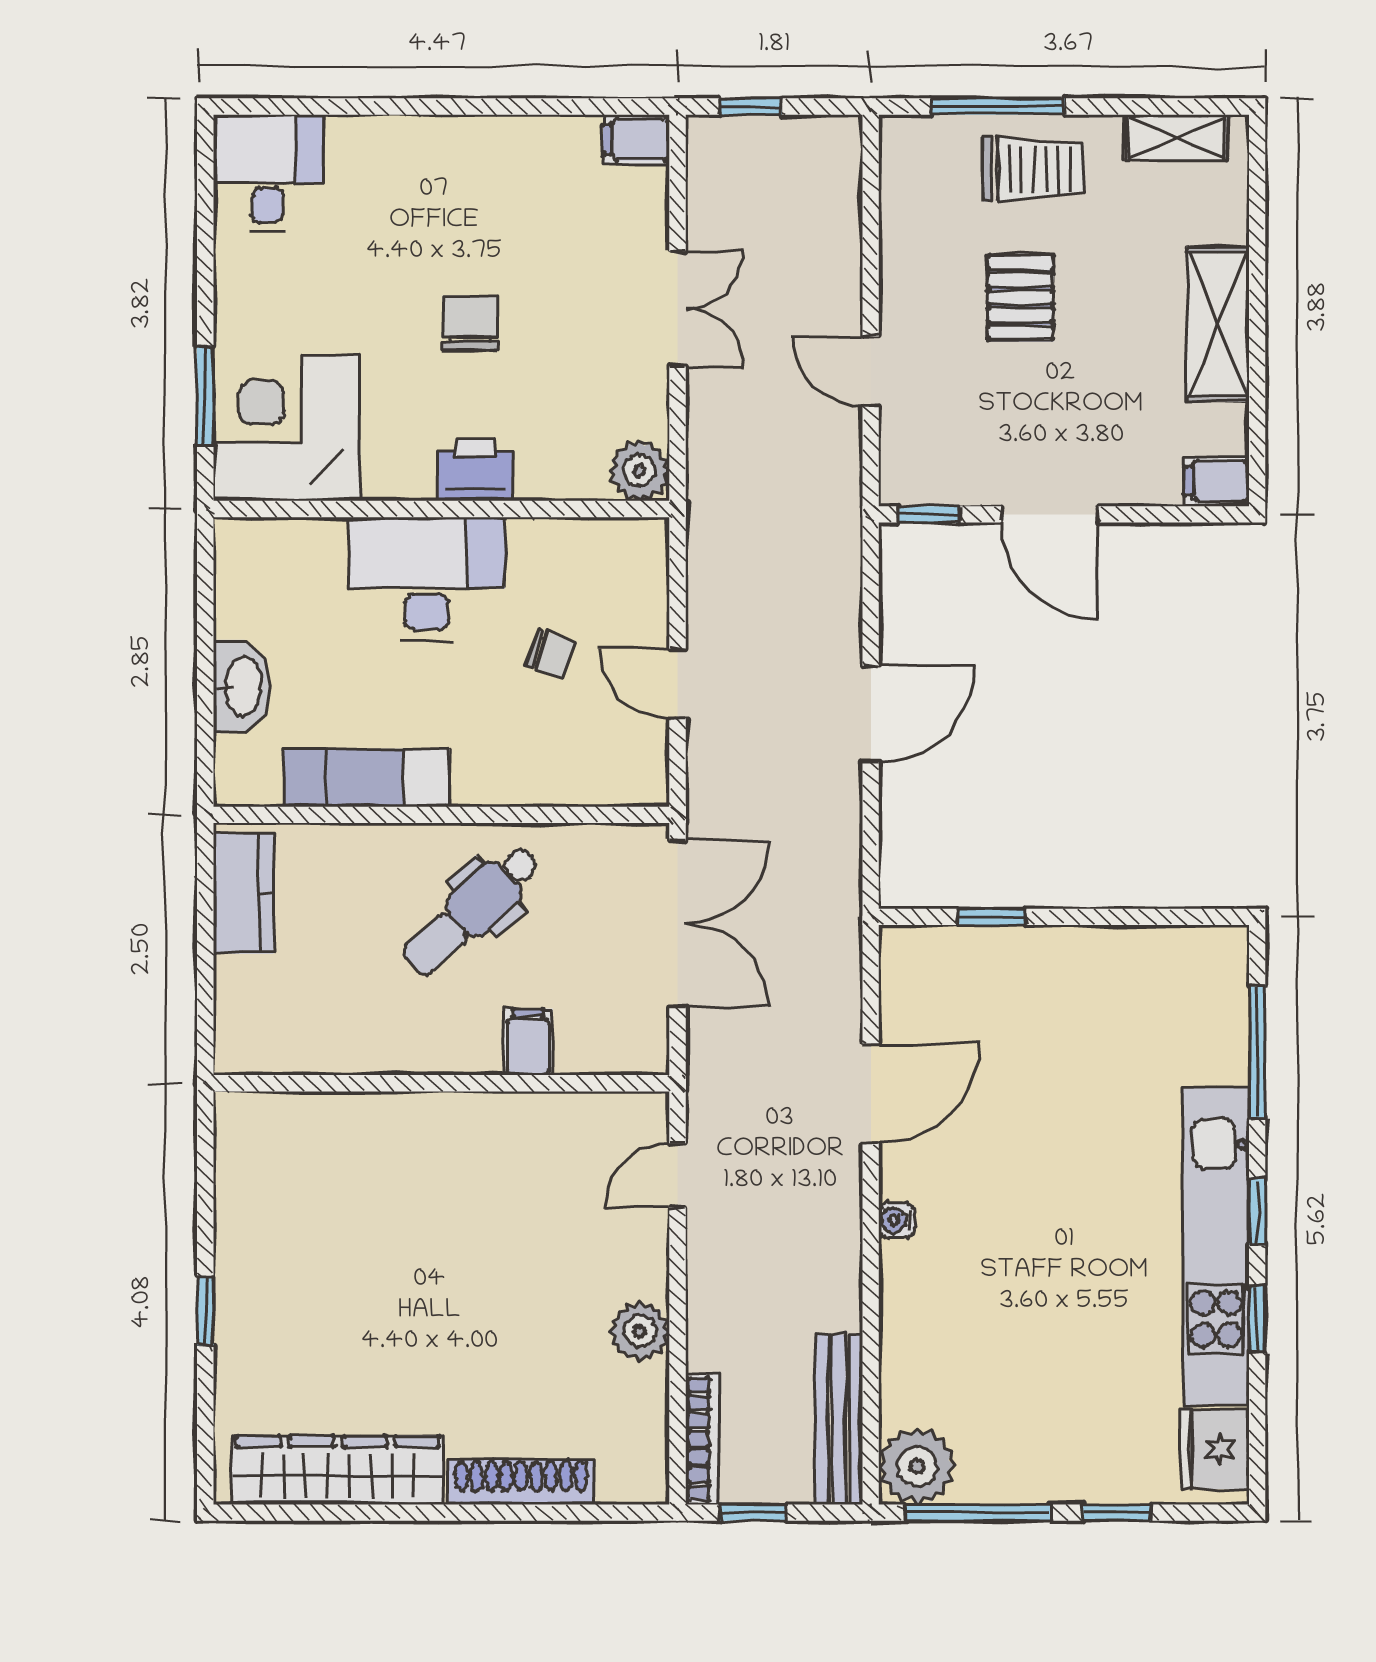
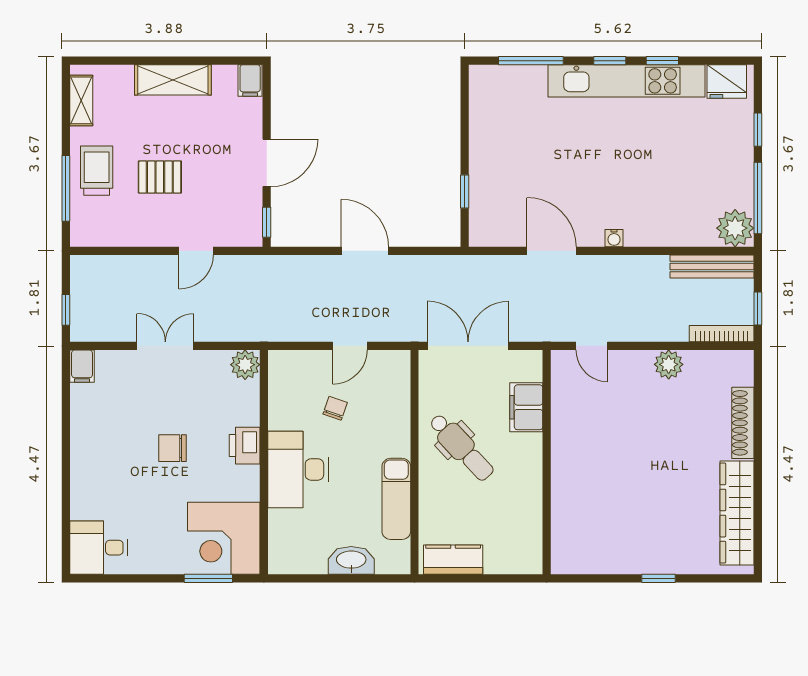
filing cabinet: (528, 1042) -> (526, 407), width x2.00

